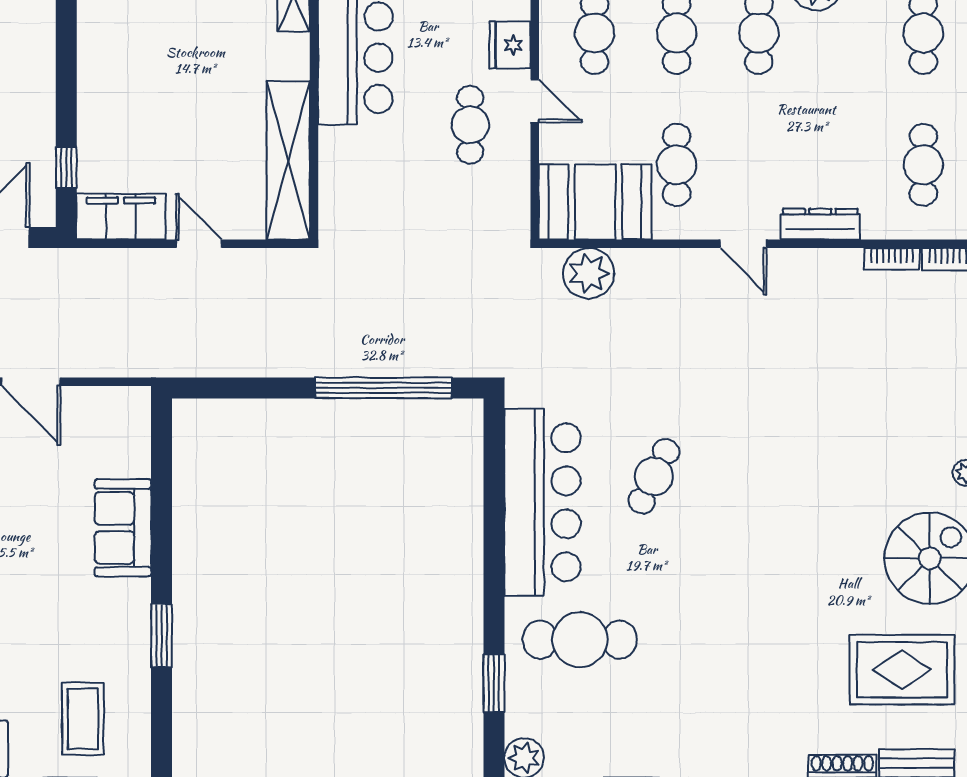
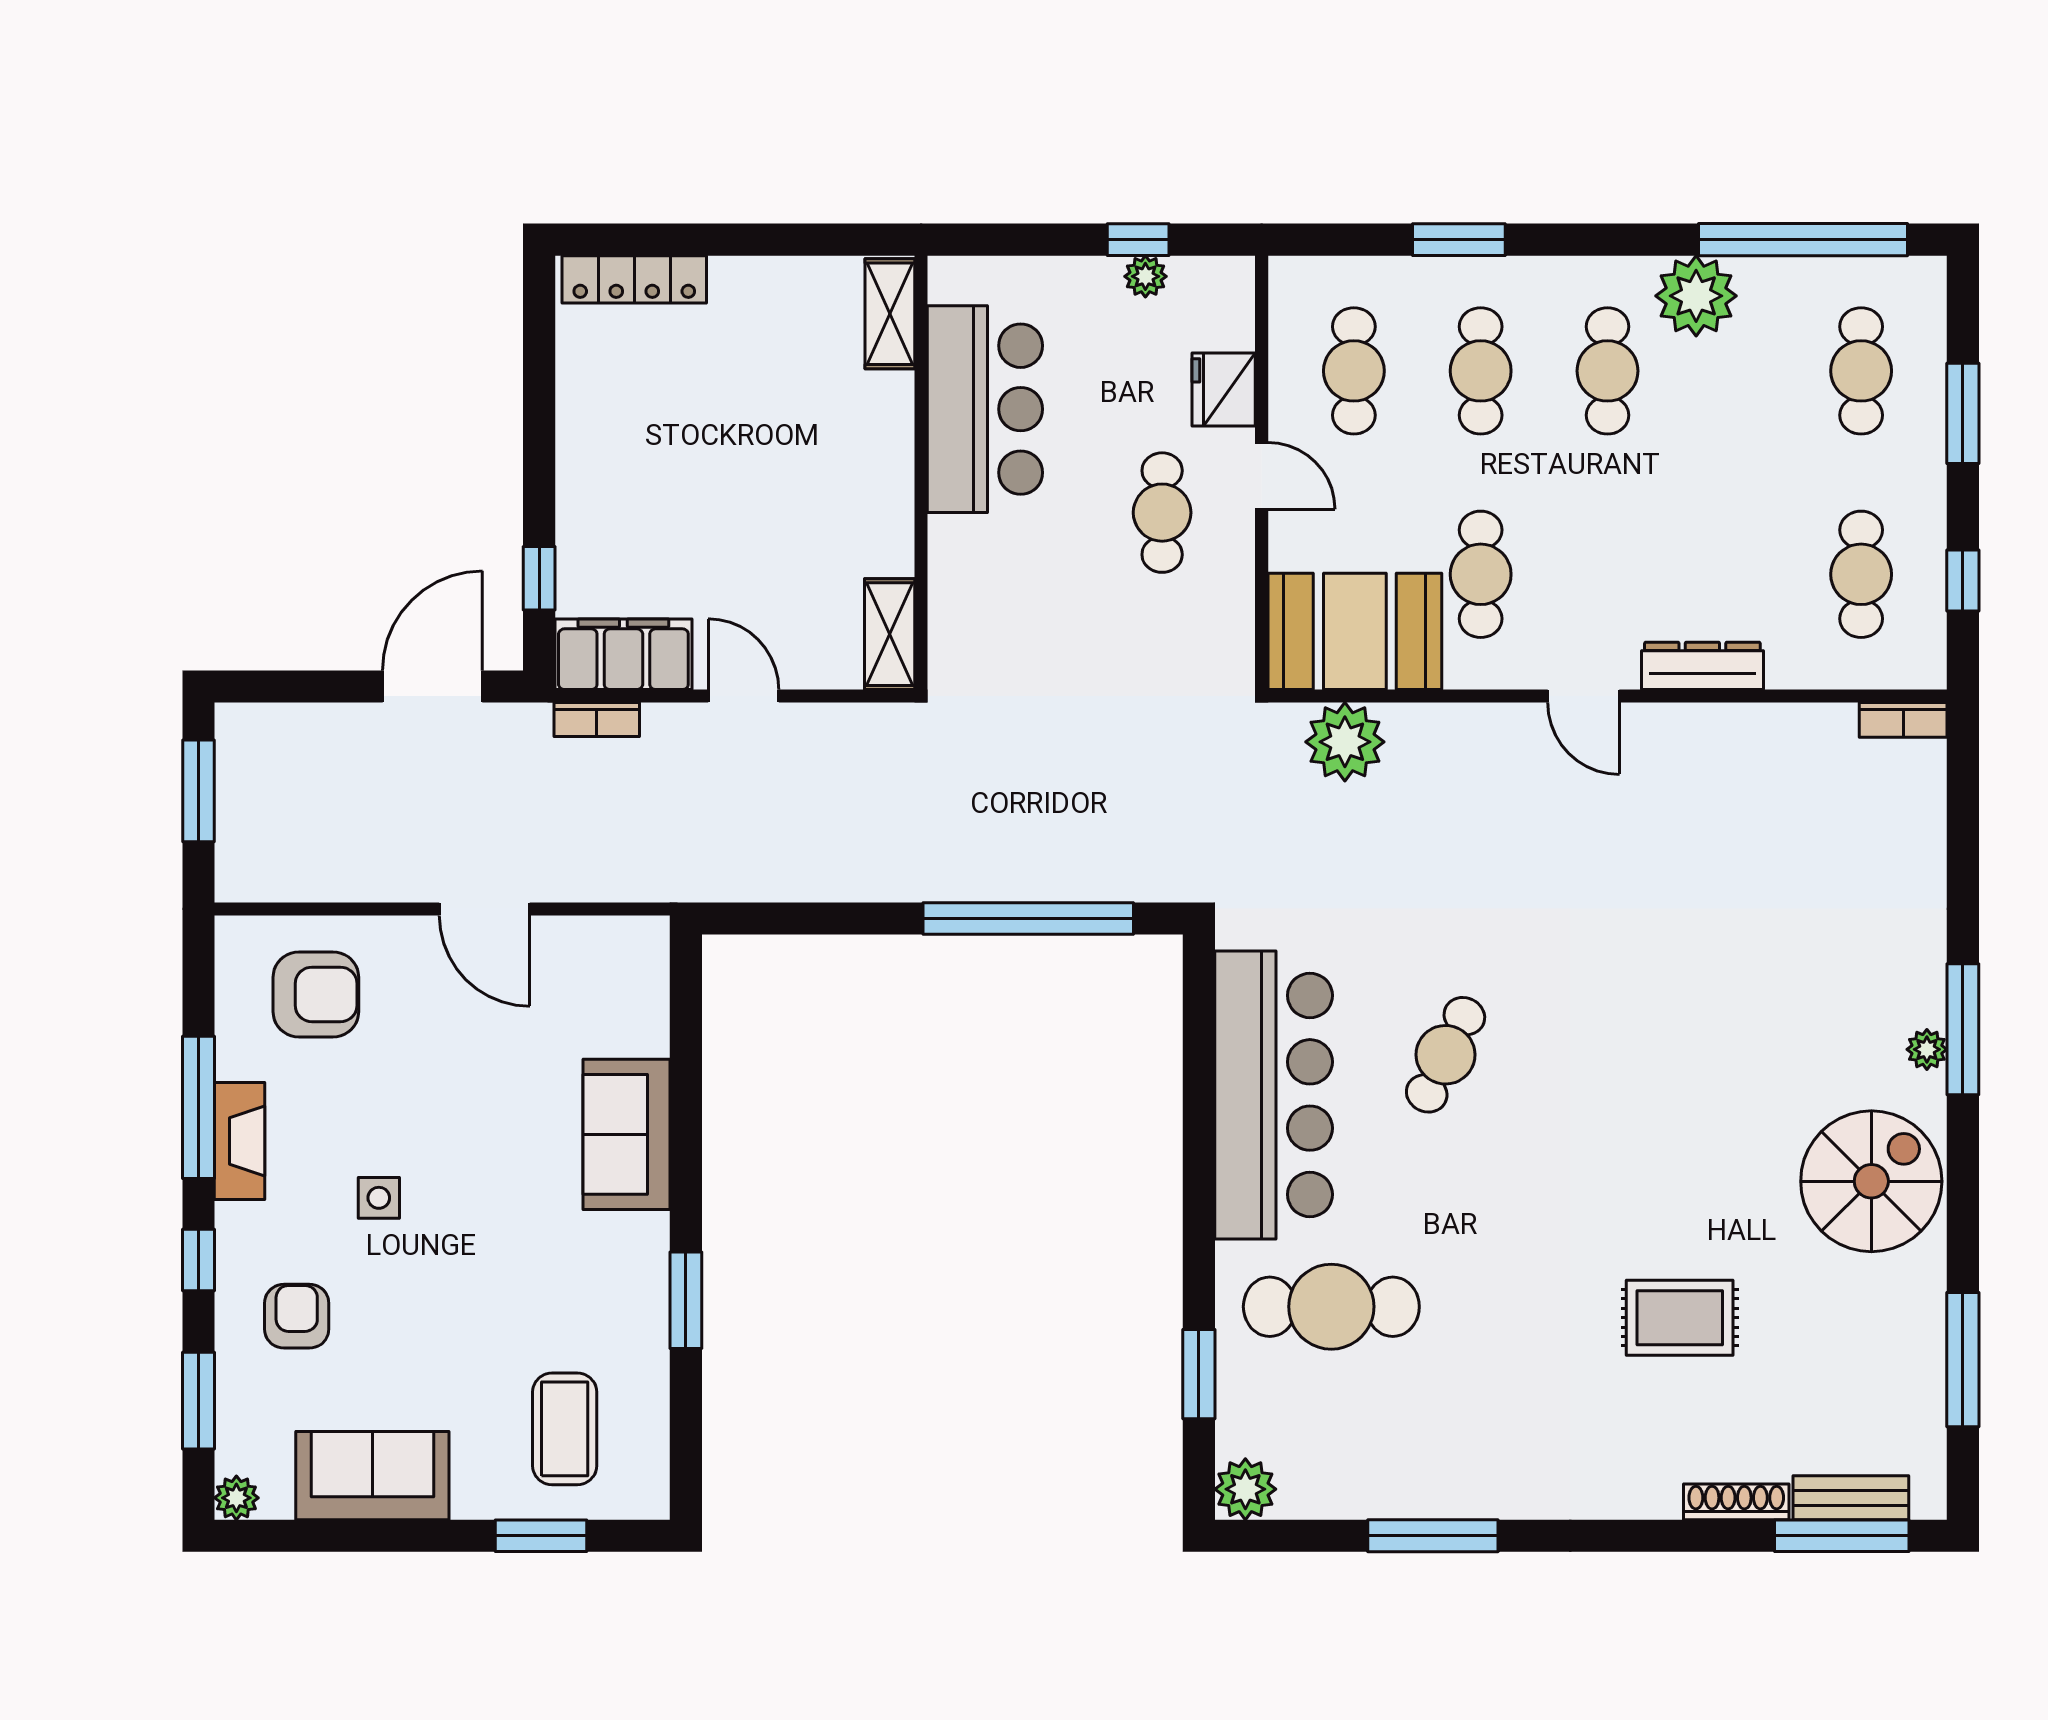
shelving: (288, 160) -> (890, 634), width x0.45, depth x0.75
bookcase: (892, 259) -> (597, 720), moved
rug: (902, 670) -> (1680, 1318), moved, width x0.73, depth x0.70

